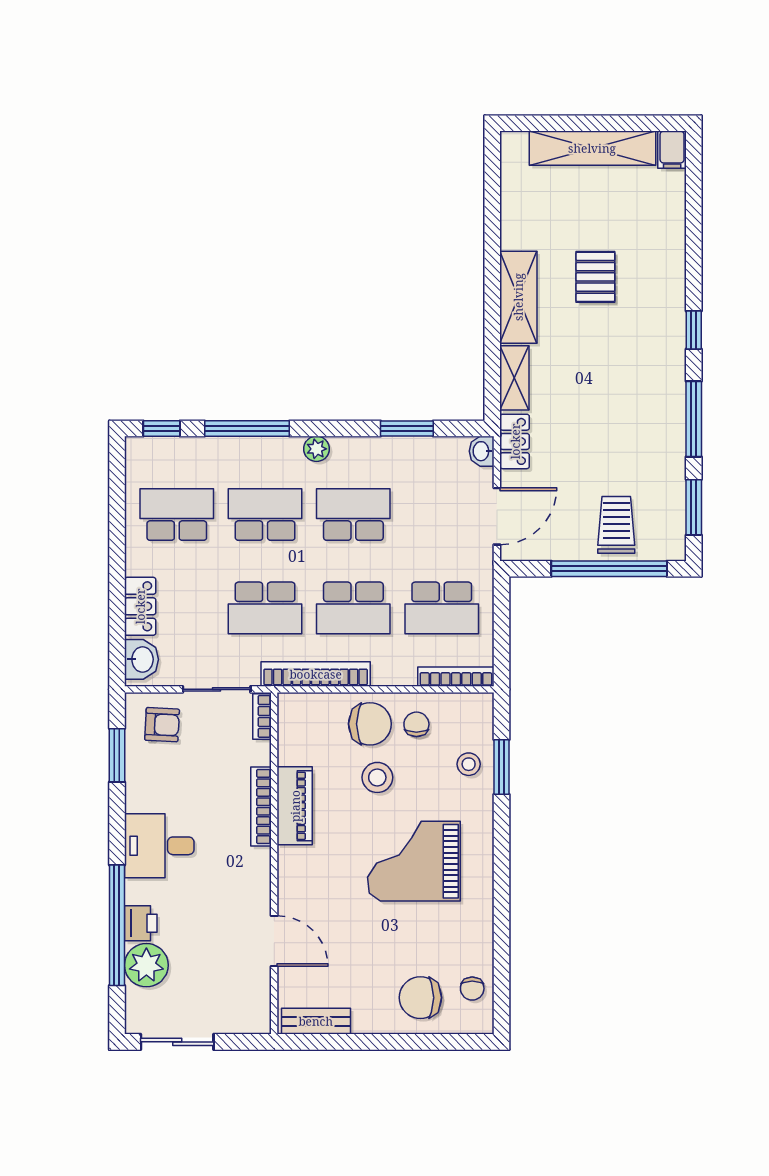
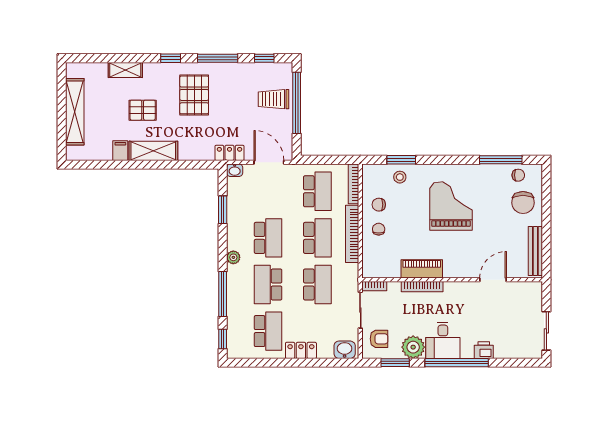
filing cabinet: (672, 150) -> (120, 151), moved, turned -90
pallet: (624, 375) -> (194, 95), added
shelving: (514, 378) -> (125, 70), moved
window: (694, 507) -> (264, 58), width x0.67
school desk: (177, 514) -> (268, 331), turned 180
school desk: (353, 514) -> (268, 238), turned 180
locker: (140, 606) -> (301, 350), moved
bookcase: (316, 674) -> (352, 234), moved
chair: (370, 724) -> (379, 229), width x0.54, depth x0.54
armchair: (162, 725) -> (379, 339), turned 87
stool: (377, 777) -> (407, 225), removed
grand piano: (414, 861) -> (451, 206), turned 180
window: (117, 925) -> (457, 363), moved
window: (501, 956) -> (501, 160), added
plant: (146, 965) -> (413, 347), moved
bench: (316, 1021) -> (535, 251), width x1.36

